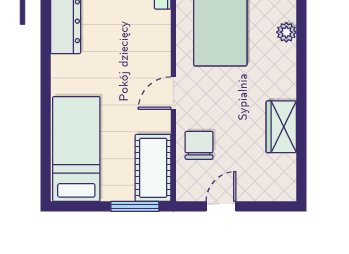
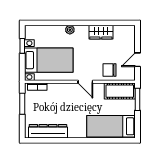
plant: (286, 32) -> (70, 30), moved
door: (221, 206) -> (137, 60), hinge flipped

